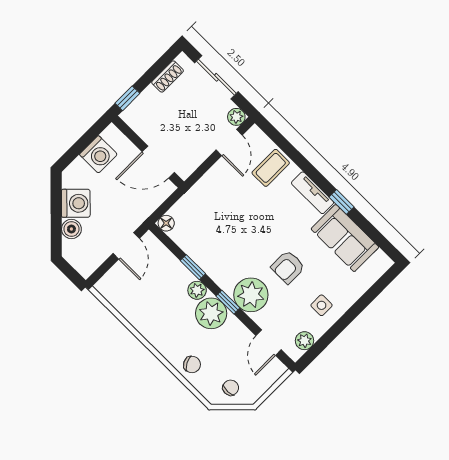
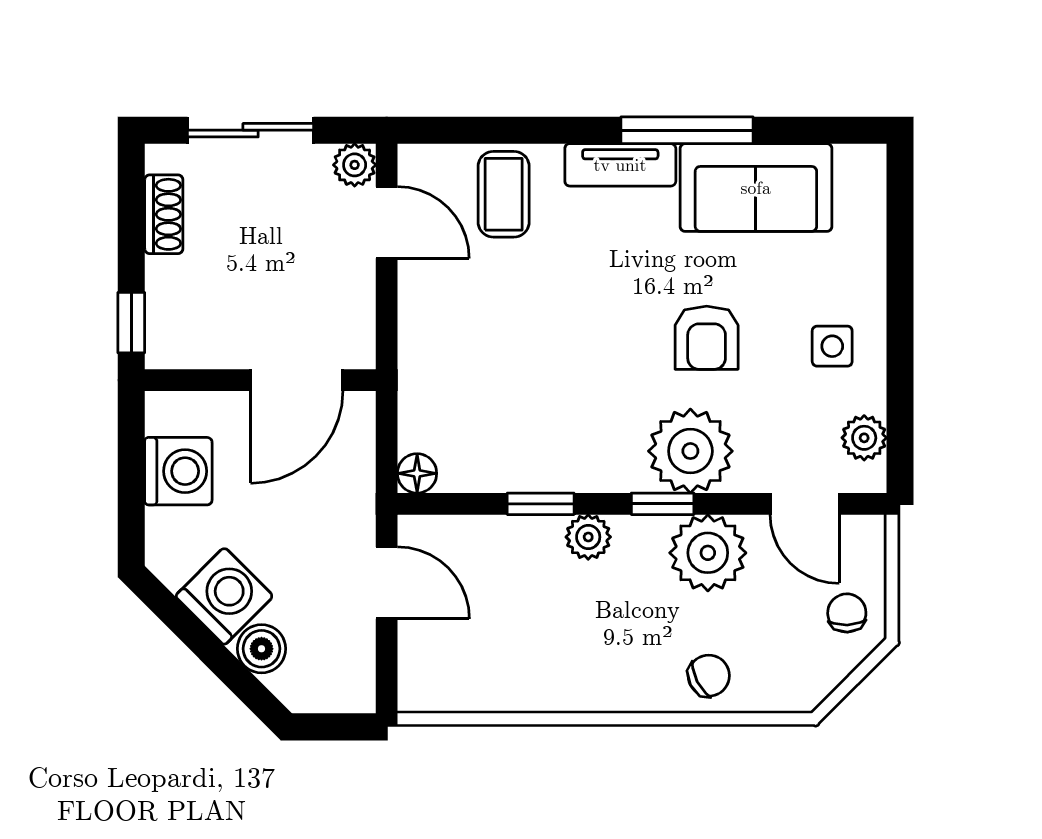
window: (342, 202) -> (687, 130), width x2.17
plant: (211, 313) -> (708, 553), moved
chair: (231, 388) -> (847, 613), moved

